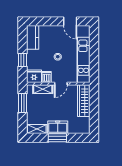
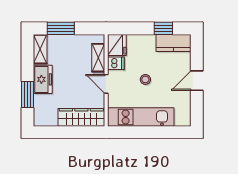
door: (70, 21) -> (197, 81), moved
window: (23, 60) -> (163, 28), moved
window: (23, 103) -> (61, 28), moved
window: (57, 138) -> (28, 94), moved

